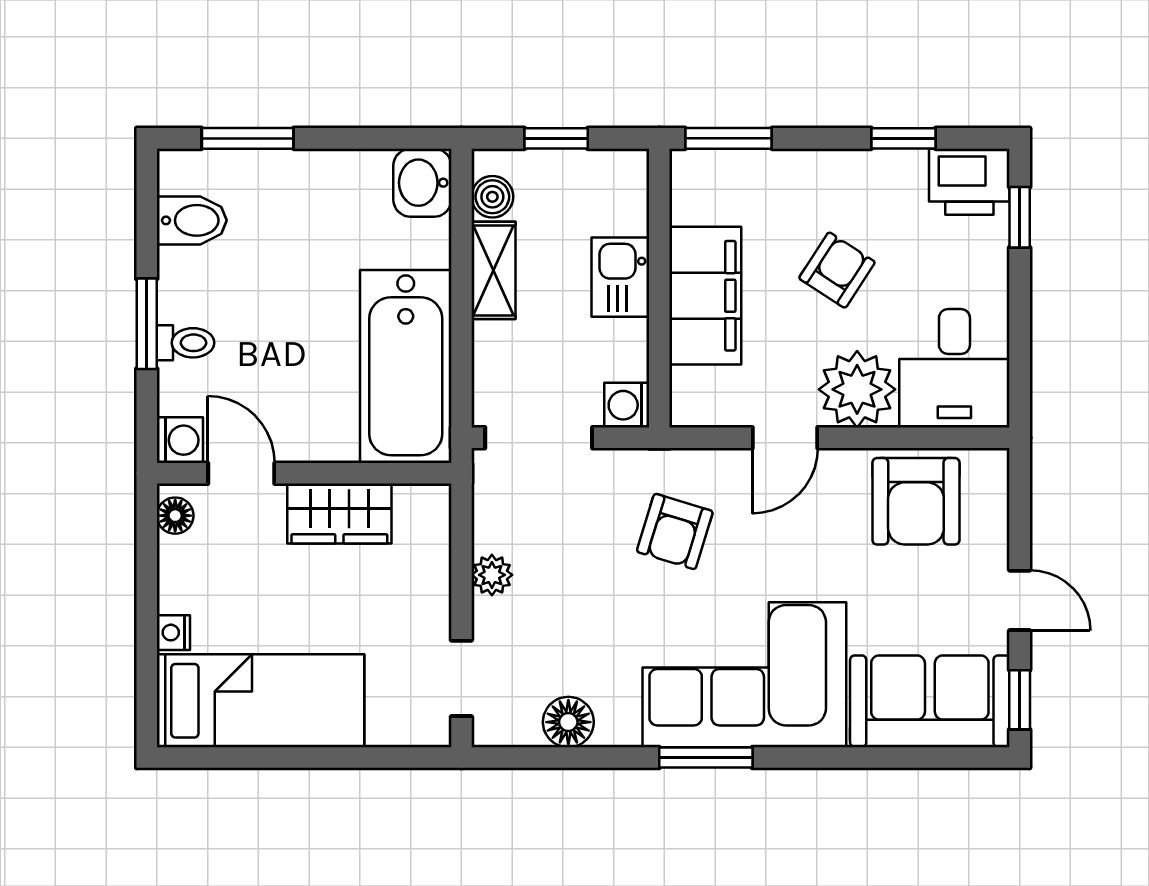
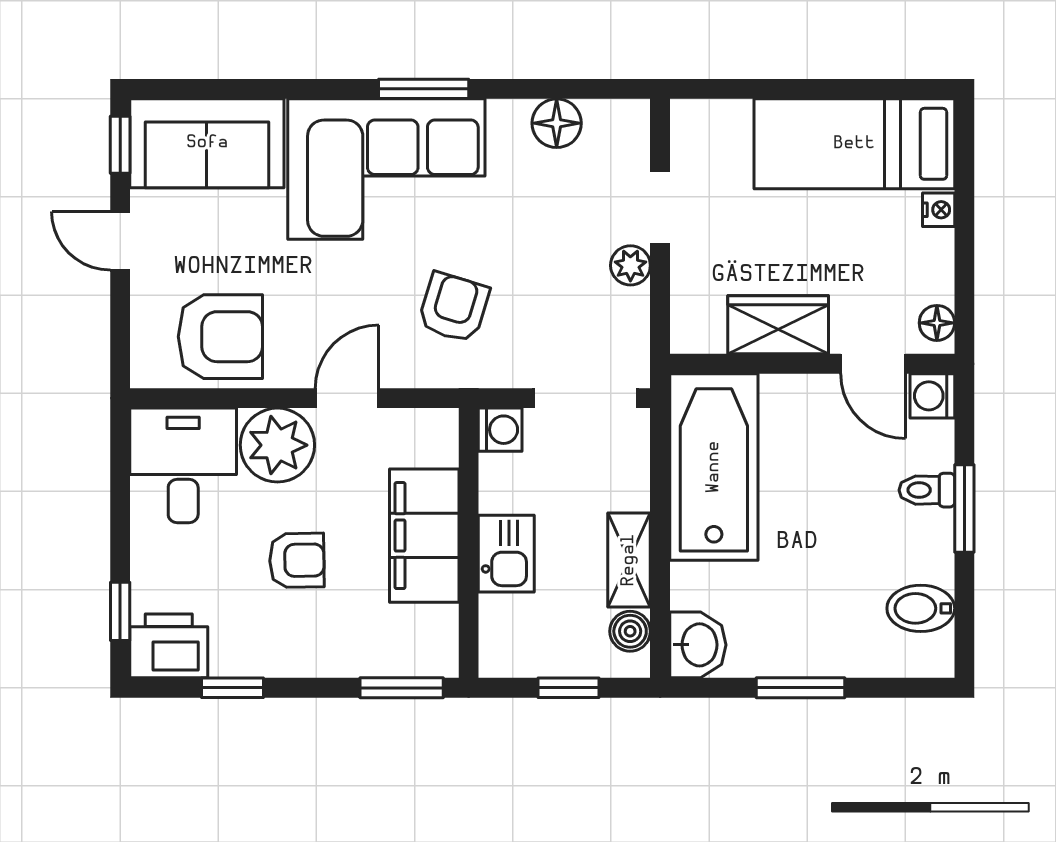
window: (248, 138) -> (800, 688), moved
armchair: (837, 270) -> (297, 560), turned -124
armchair: (916, 501) -> (220, 337), turned 90
doorway: (461, 678) -> (660, 207), moved

